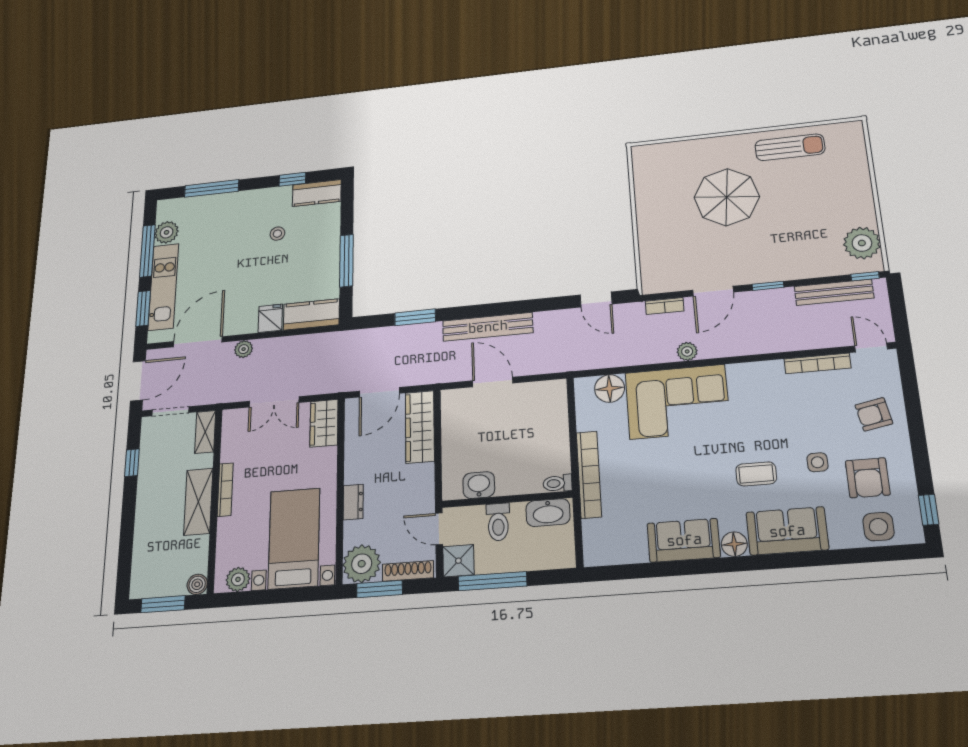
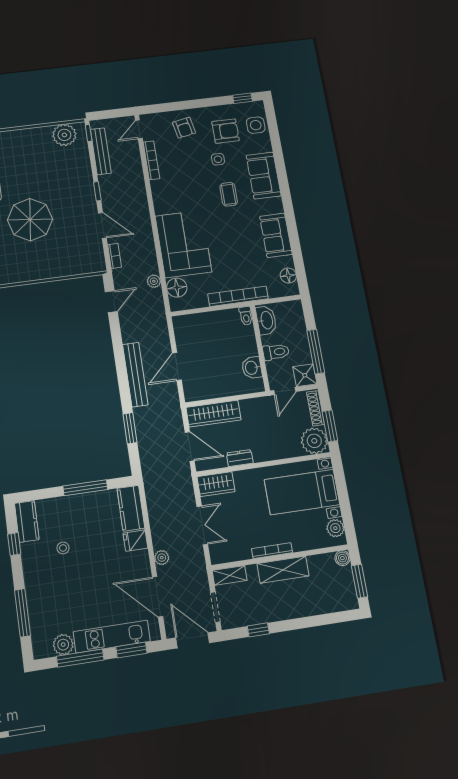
plant: (687, 351) -> (154, 281), moved
dresser: (353, 502) -> (240, 458), moved
floor lamp: (734, 544) -> (288, 276), moved

